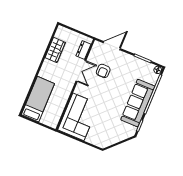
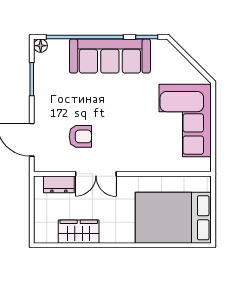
double door: (81, 71) -> (96, 174), swing flipped
bed: (38, 99) -> (173, 218), width x1.50
corner sofa: (78, 117) -> (185, 121), moved, turned -90

